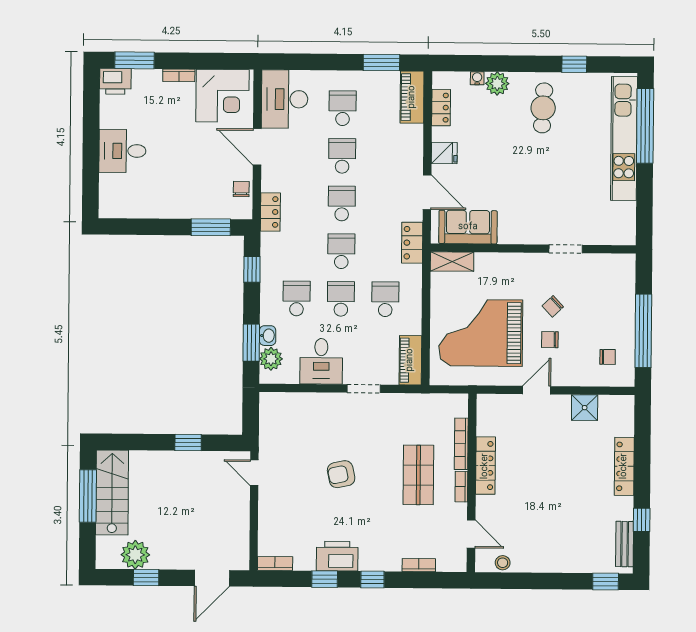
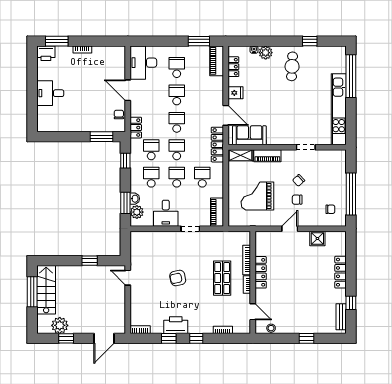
corner desk: (223, 96) -> (108, 61), removed
kitchen unit: (624, 139) -> (339, 109), moved
locker: (412, 243) -> (217, 145), width x1.53
school desk: (297, 251) -> (151, 150), added
piano: (499, 263) -> (267, 156), added
grand piano: (481, 333) -> (257, 196), width x0.73, depth x0.68
window: (606, 582) -> (307, 338), moved

